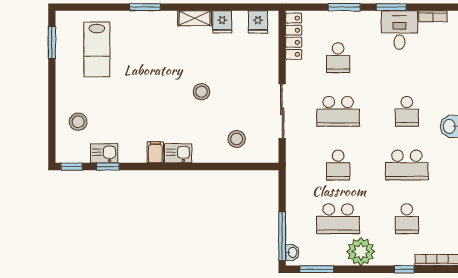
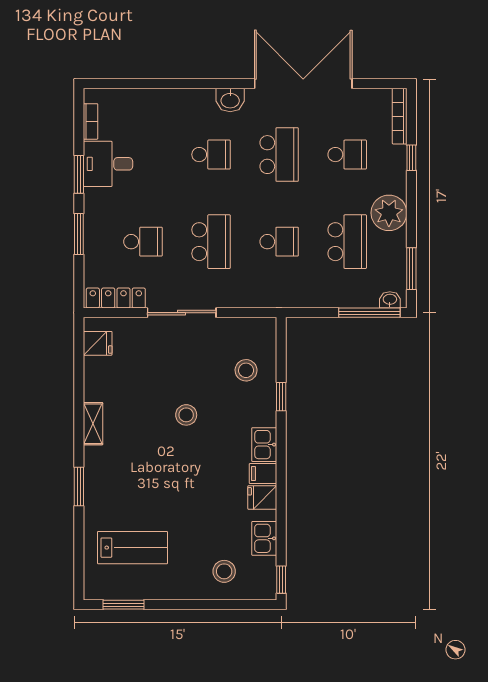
fridge: (222, 22) -> (262, 497), moved, turned 180
sliding door: (282, 111) -> (182, 313), moved
window: (108, 167) -> (281, 397), moved

